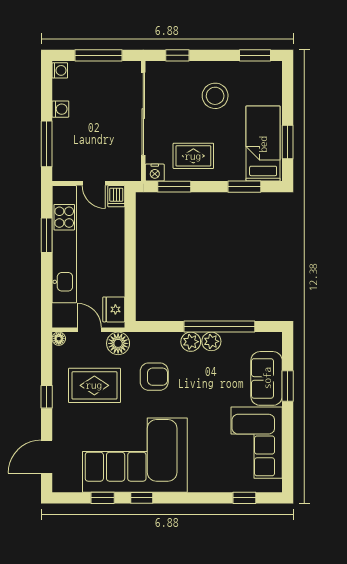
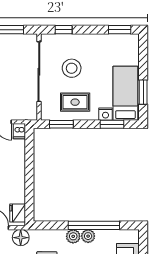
stool: (215, 96) -> (72, 68), moved
nightstand: (155, 173) -> (105, 114), moved

